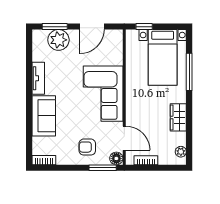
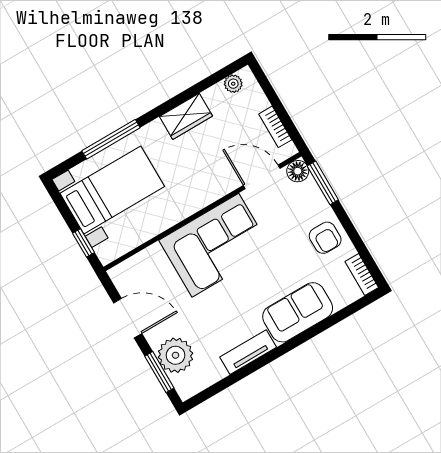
door: (124, 138) -> (262, 177), hinge flipped
armchair: (87, 147) -> (325, 238), moved

